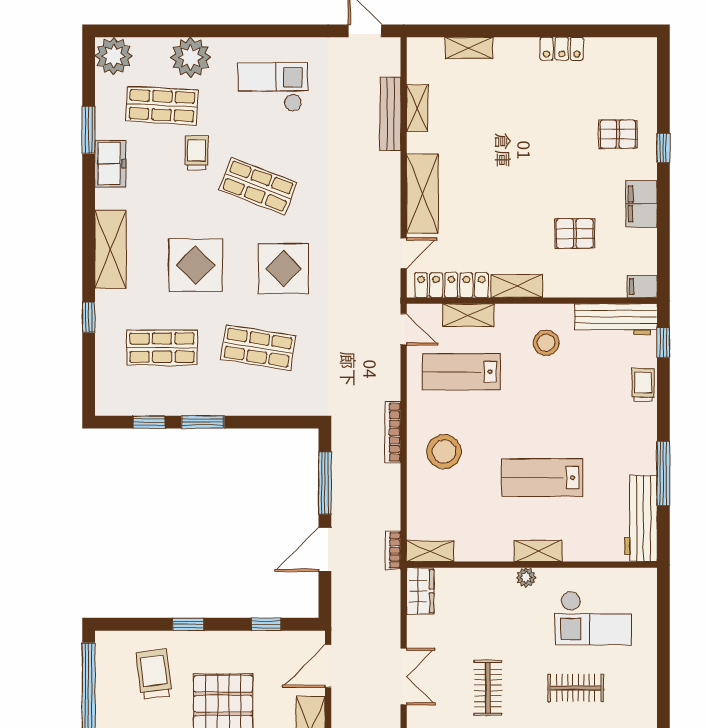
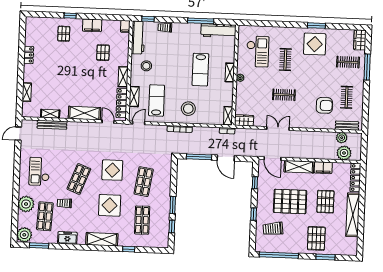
window: (89, 130) -> (39, 245), moved
lab bench: (461, 372) -> (157, 100), turned 180

